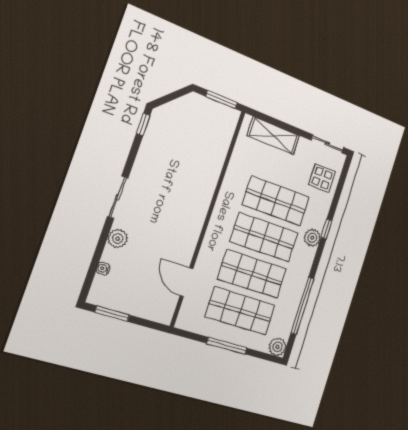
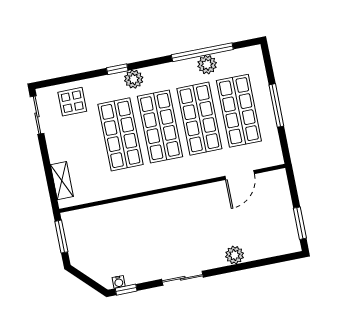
shelving: (273, 136) -> (62, 181), width x0.67, depth x0.75
sliding door: (118, 197) -> (183, 278), moved
water cooler: (103, 269) -> (119, 282), moved
plant: (277, 347) -> (207, 65), moved

